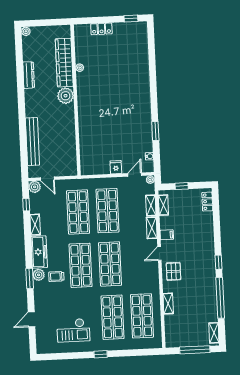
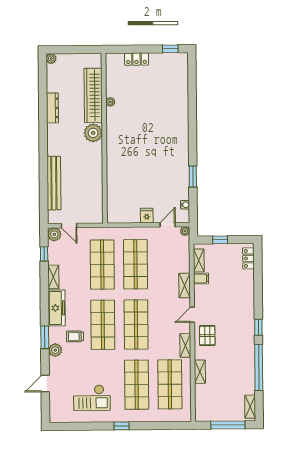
shelving: (151, 205) -> (185, 345), moved
filing cabinet: (167, 235) -> (201, 278), moved
plant: (39, 275) -> (55, 350), moved

